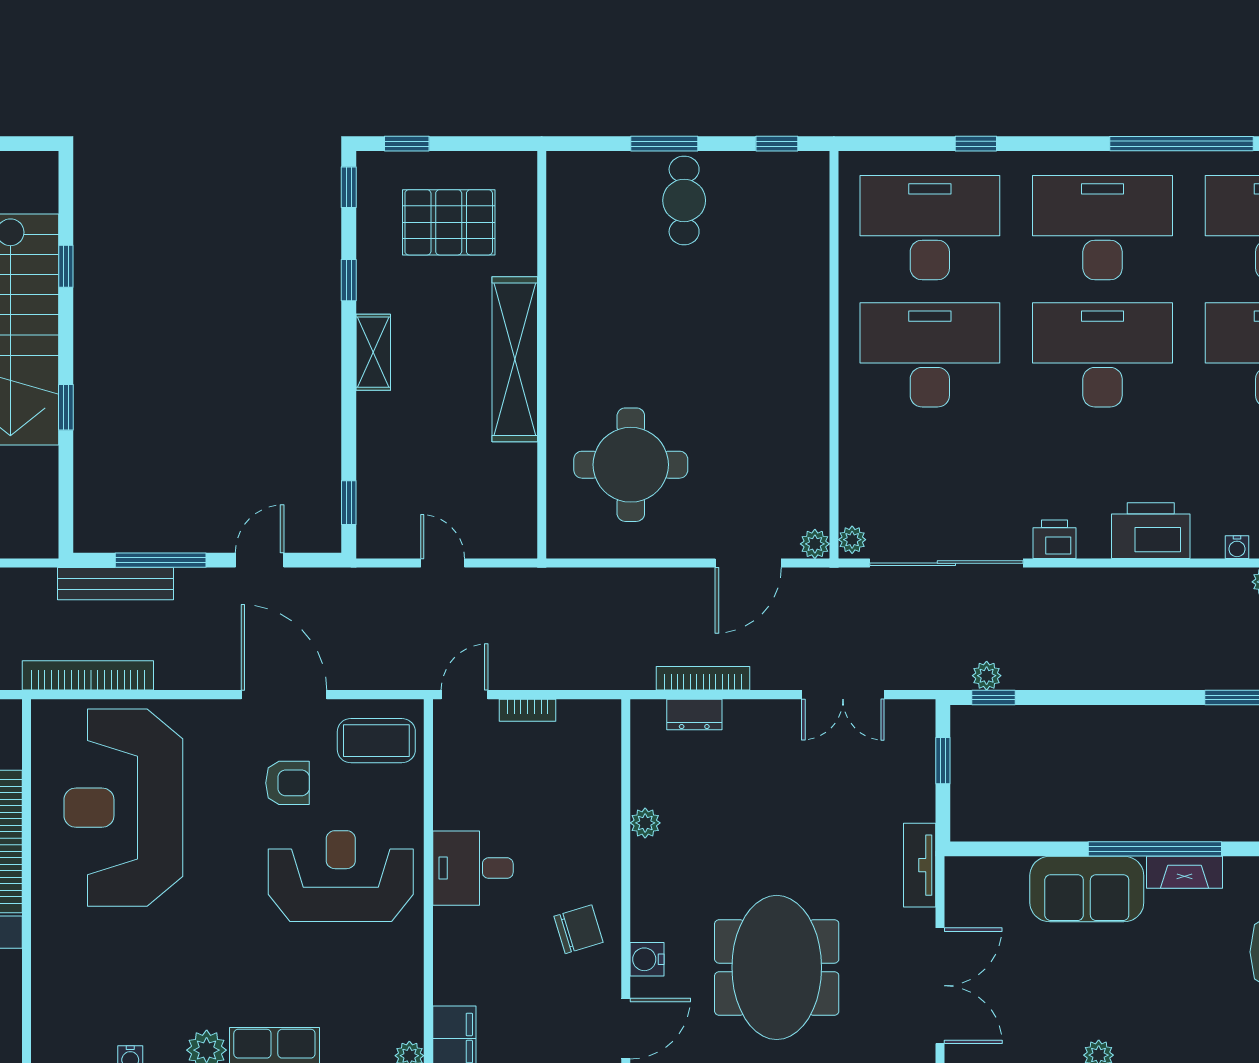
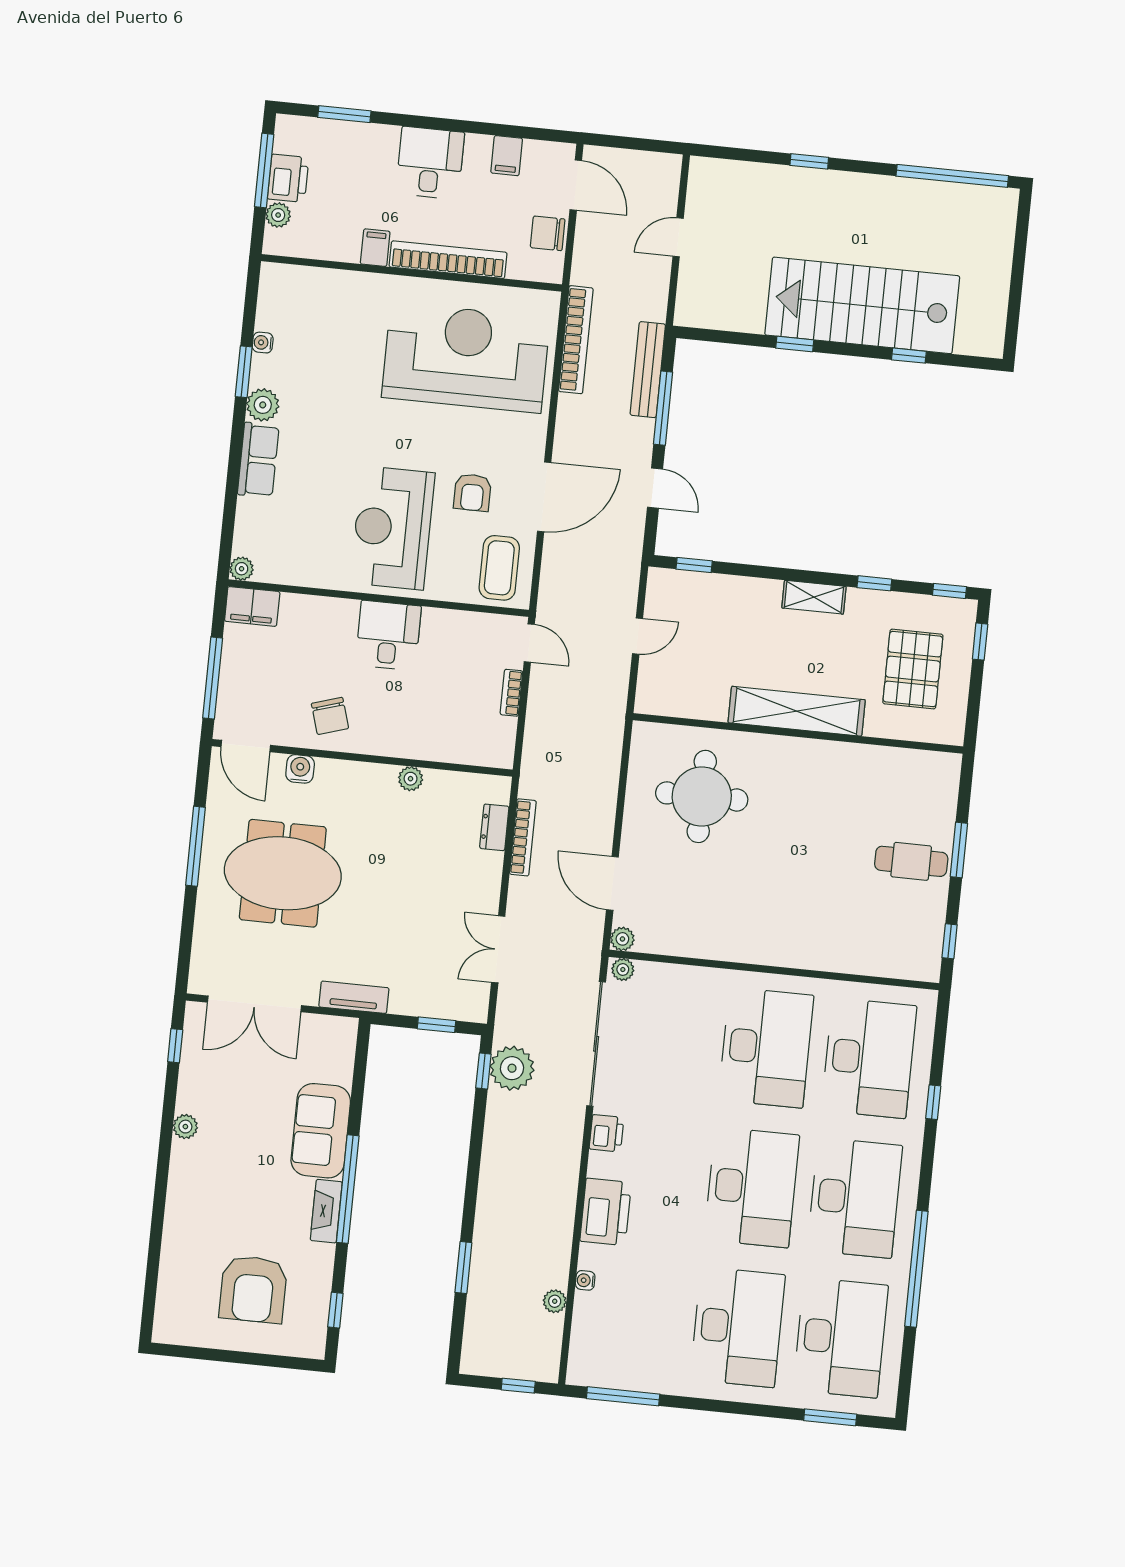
plant: (987, 676) -> (512, 1068), width x1.88, depth x1.88
reception desk: (341, 876) -> (393, 528), turned 180

